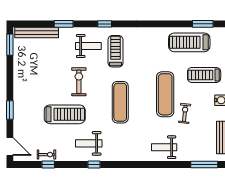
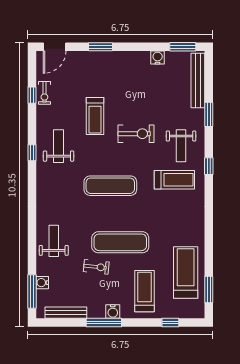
water cooler: (18, 65) -> (158, 58), added
treadmill: (65, 114) -> (95, 116), width x0.73, depth x0.73
water cooler: (197, 156) -> (42, 283), added

